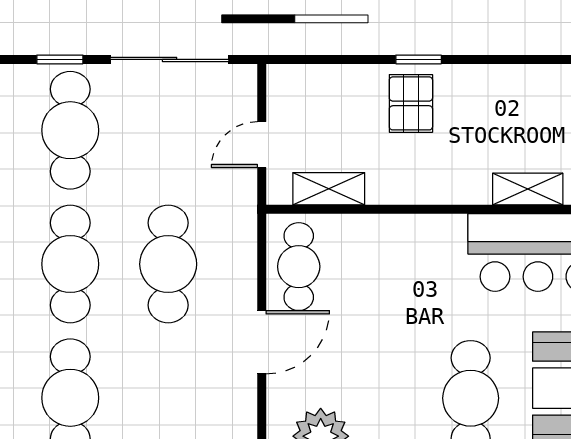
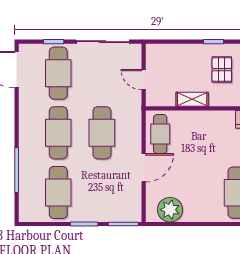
pallet: (411, 103) -> (222, 70), moved
door: (262, 145) -> (144, 80), hinge flipped
shelving: (329, 189) -> (192, 99), moved

